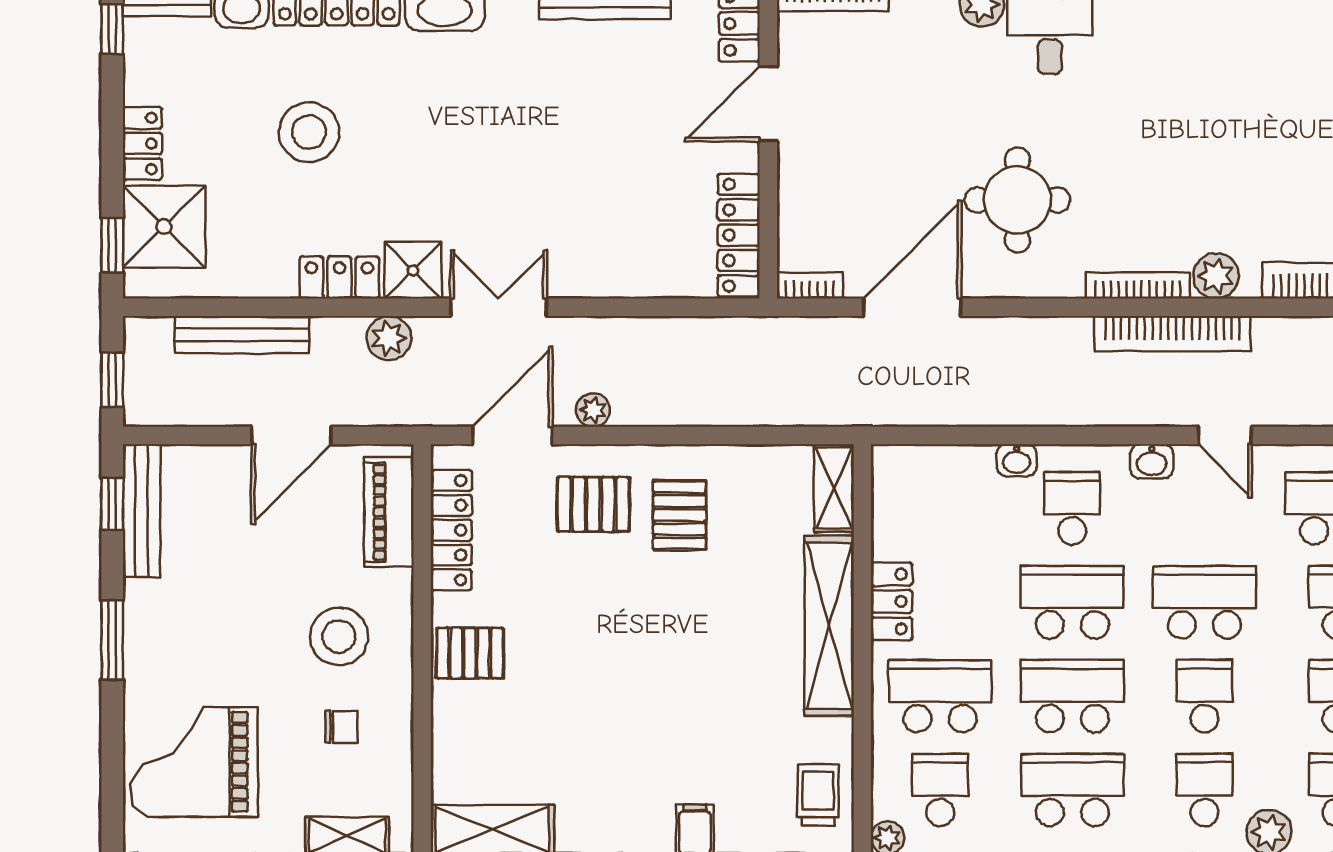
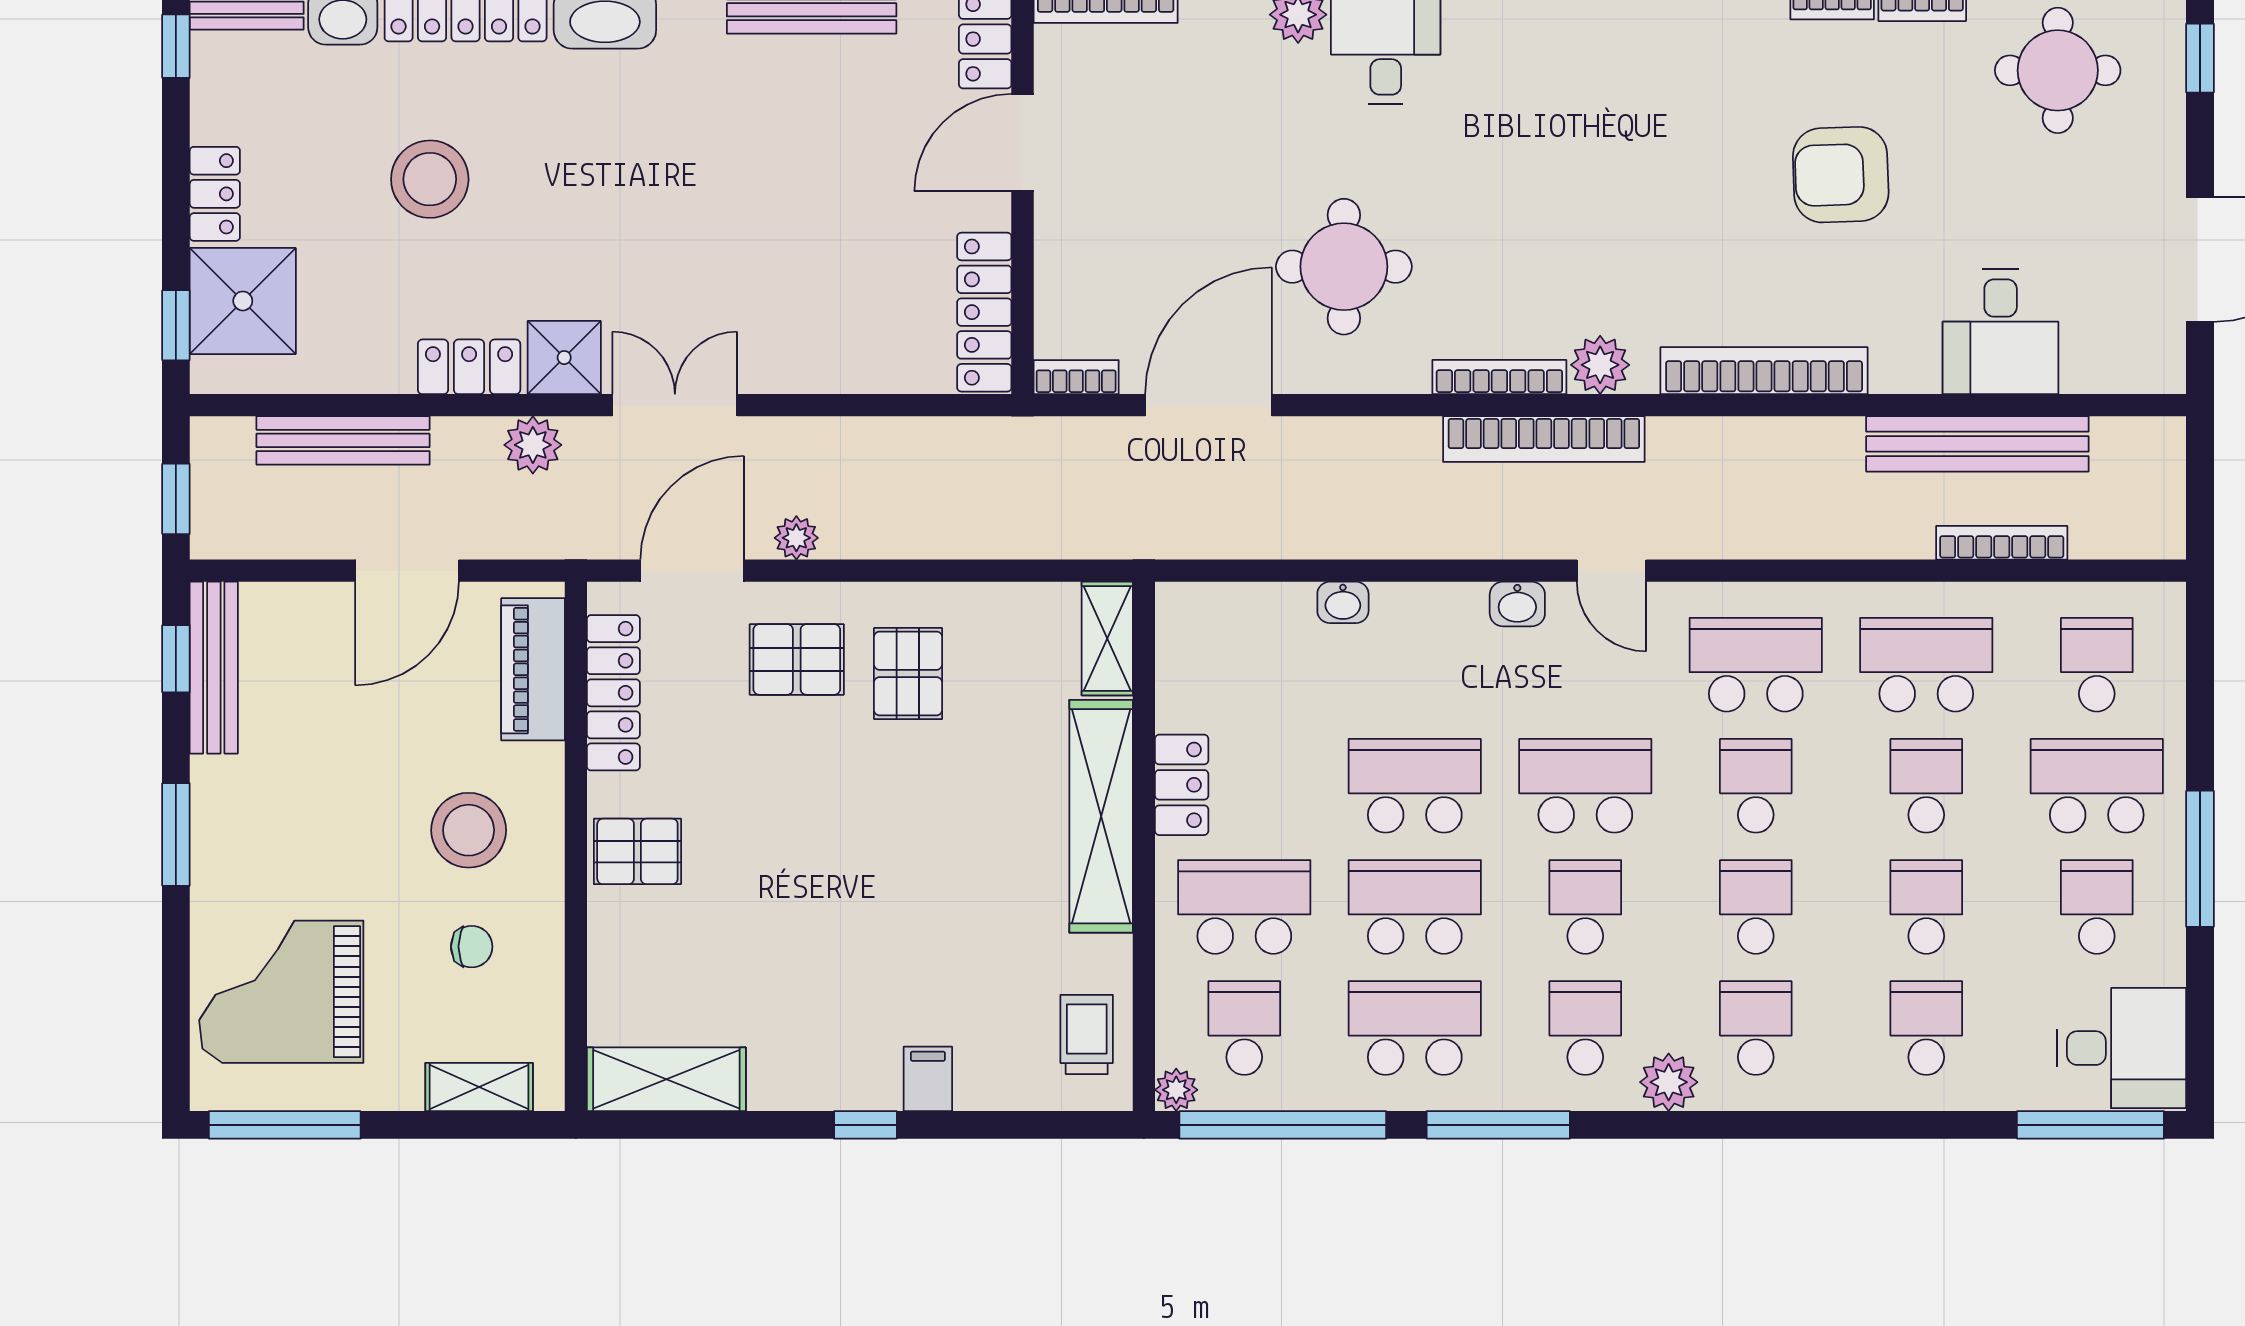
school desk: (1072, 508) -> (1415, 665), removed

